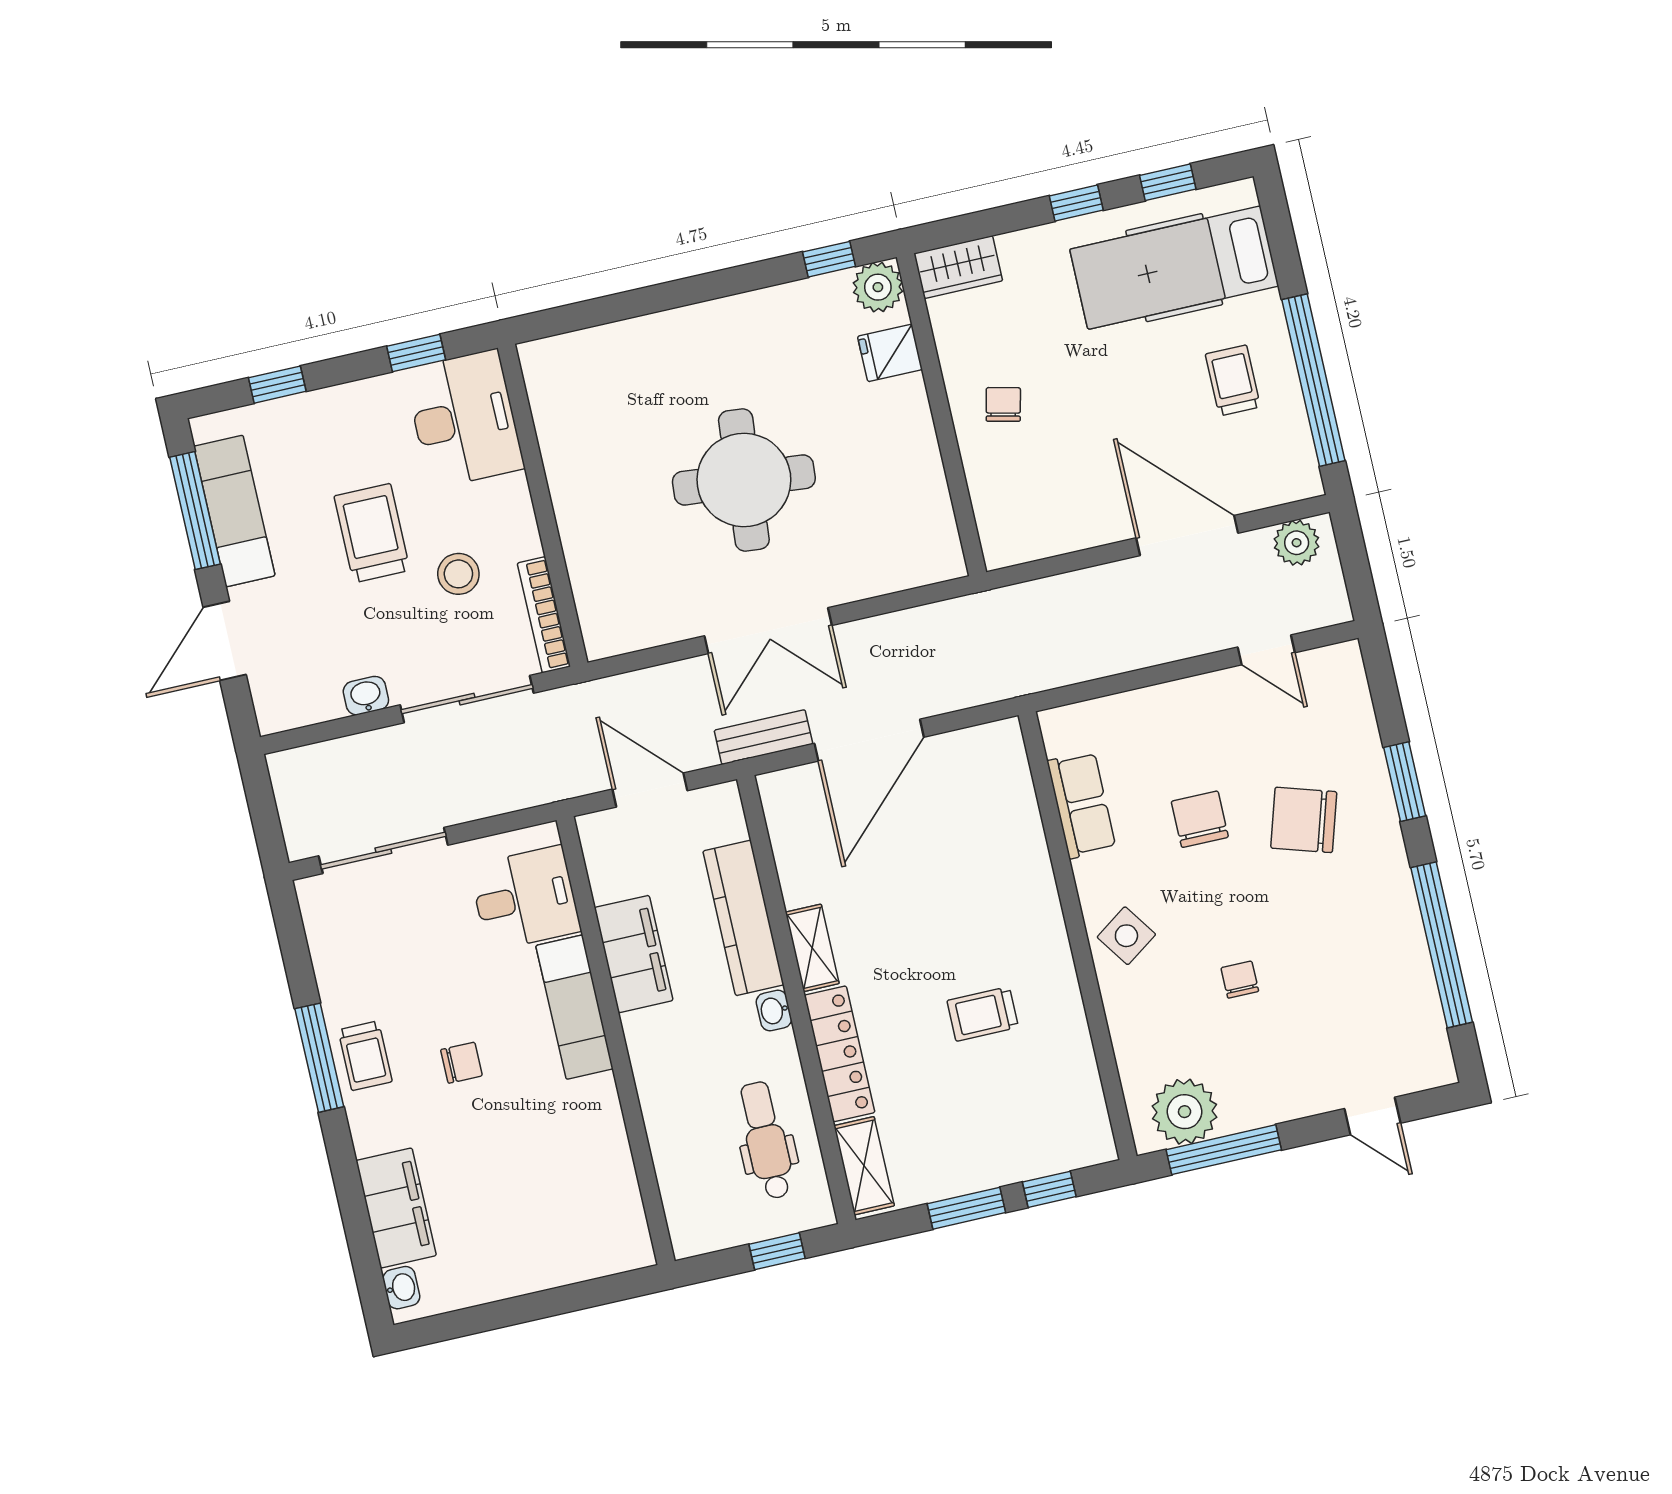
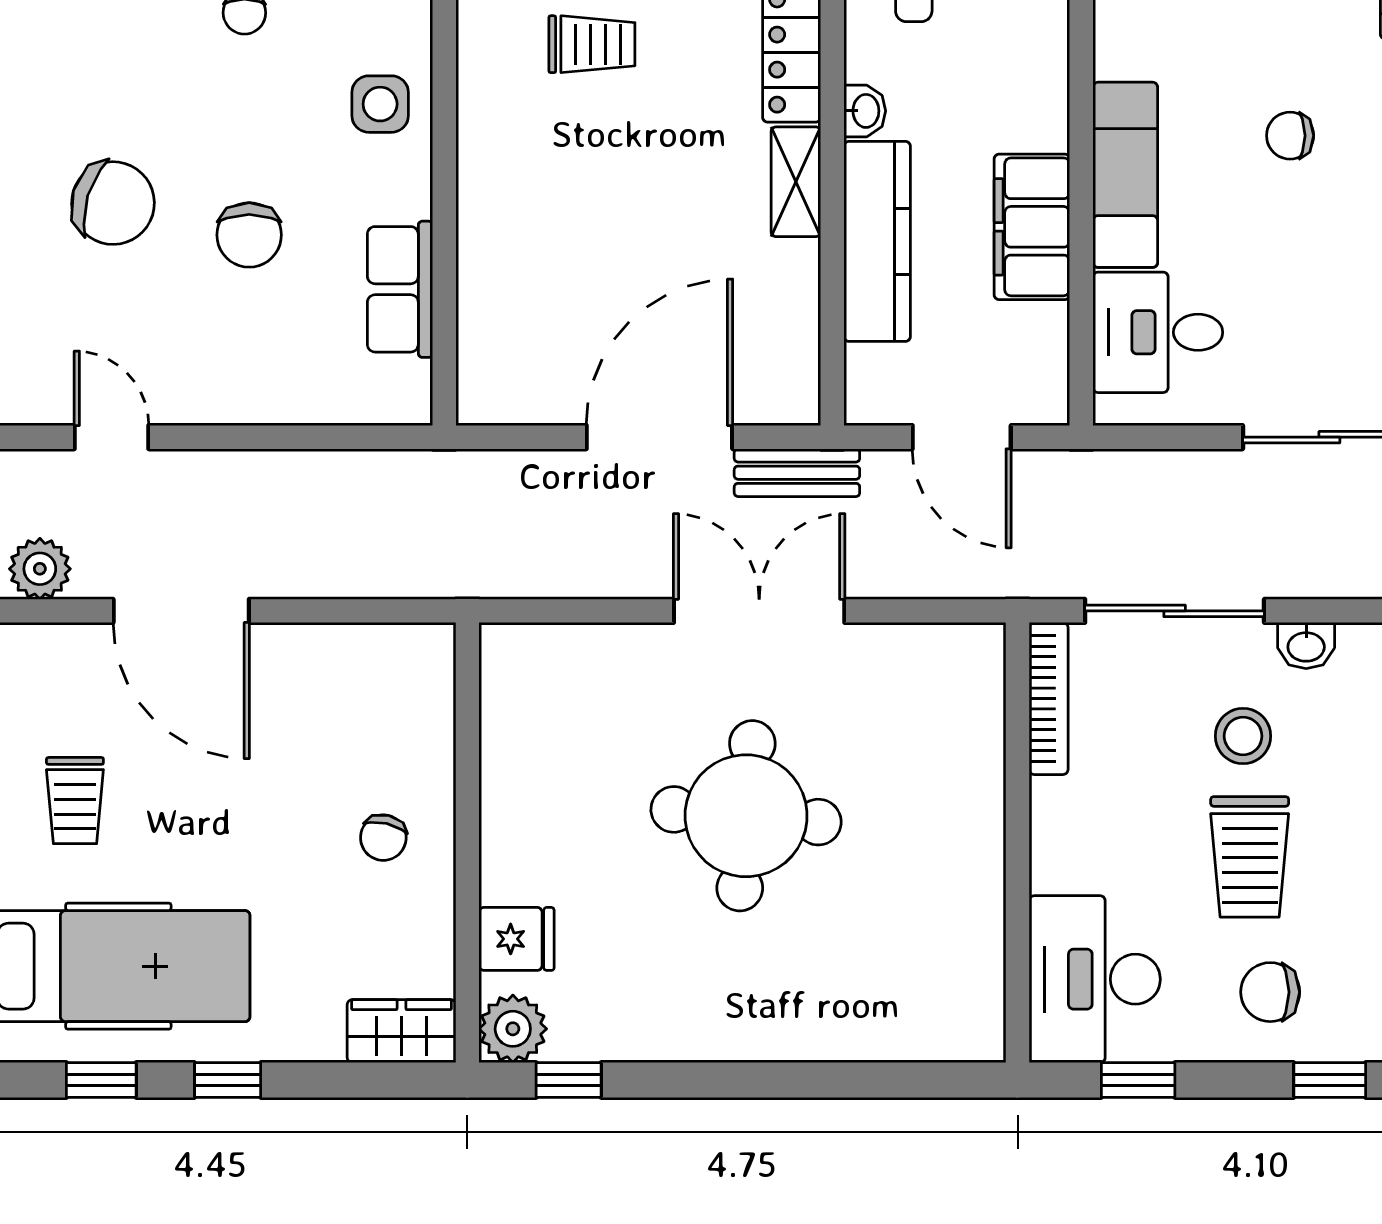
chair: (335, 438) -> (1270, 992), added
stool: (458, 574) -> (1243, 736), moved
side table: (1126, 936) -> (380, 104), turned 35

